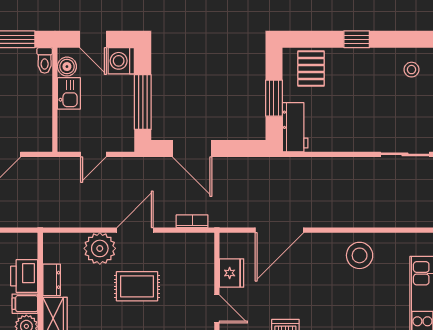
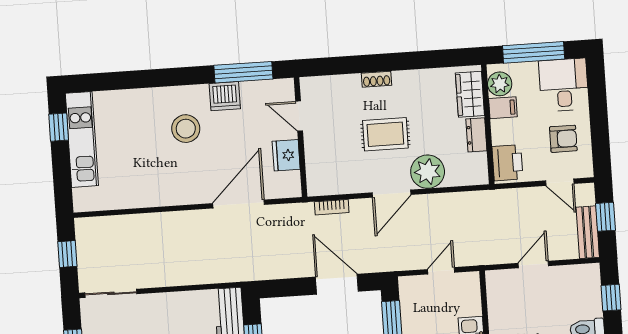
stool: (360, 255) -> (186, 129), moved
printer: (24, 276) -> (507, 163), moved

